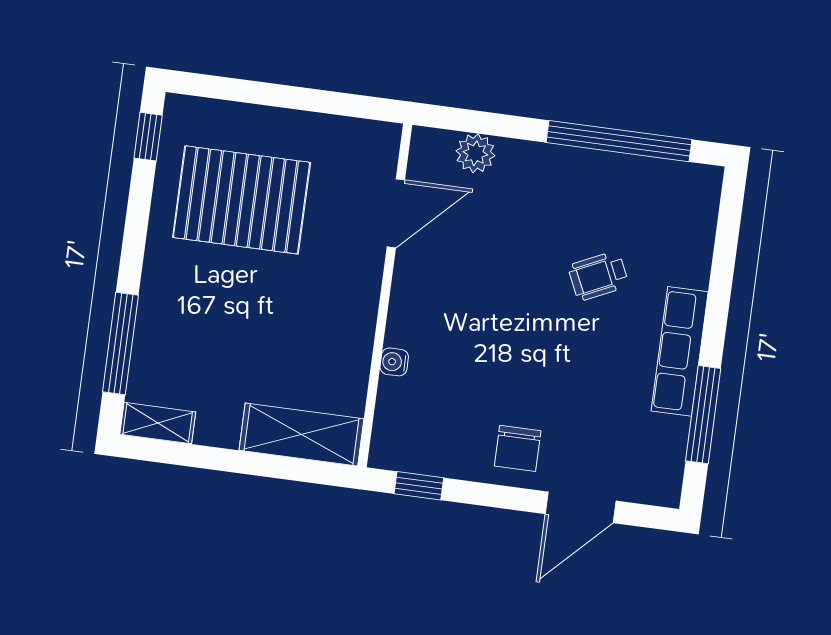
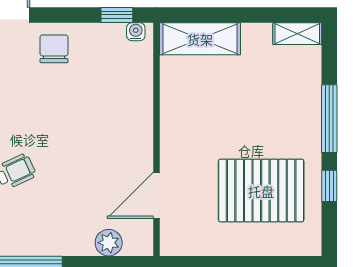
window: (148, 137) -> (329, 186), moved
window: (121, 343) -> (329, 119), moved
water cooler: (394, 362) -> (136, 32), moved, turned -90

